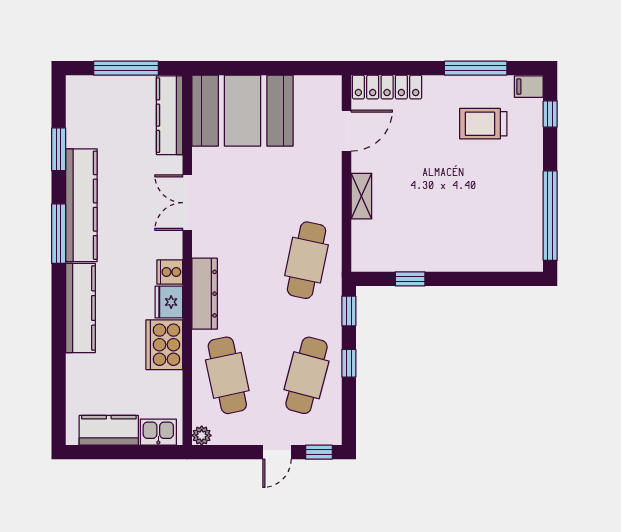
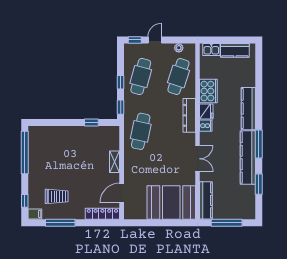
cafe table: (227, 375) -> (178, 76), turned 30
plant: (202, 435) -> (179, 48), moved

